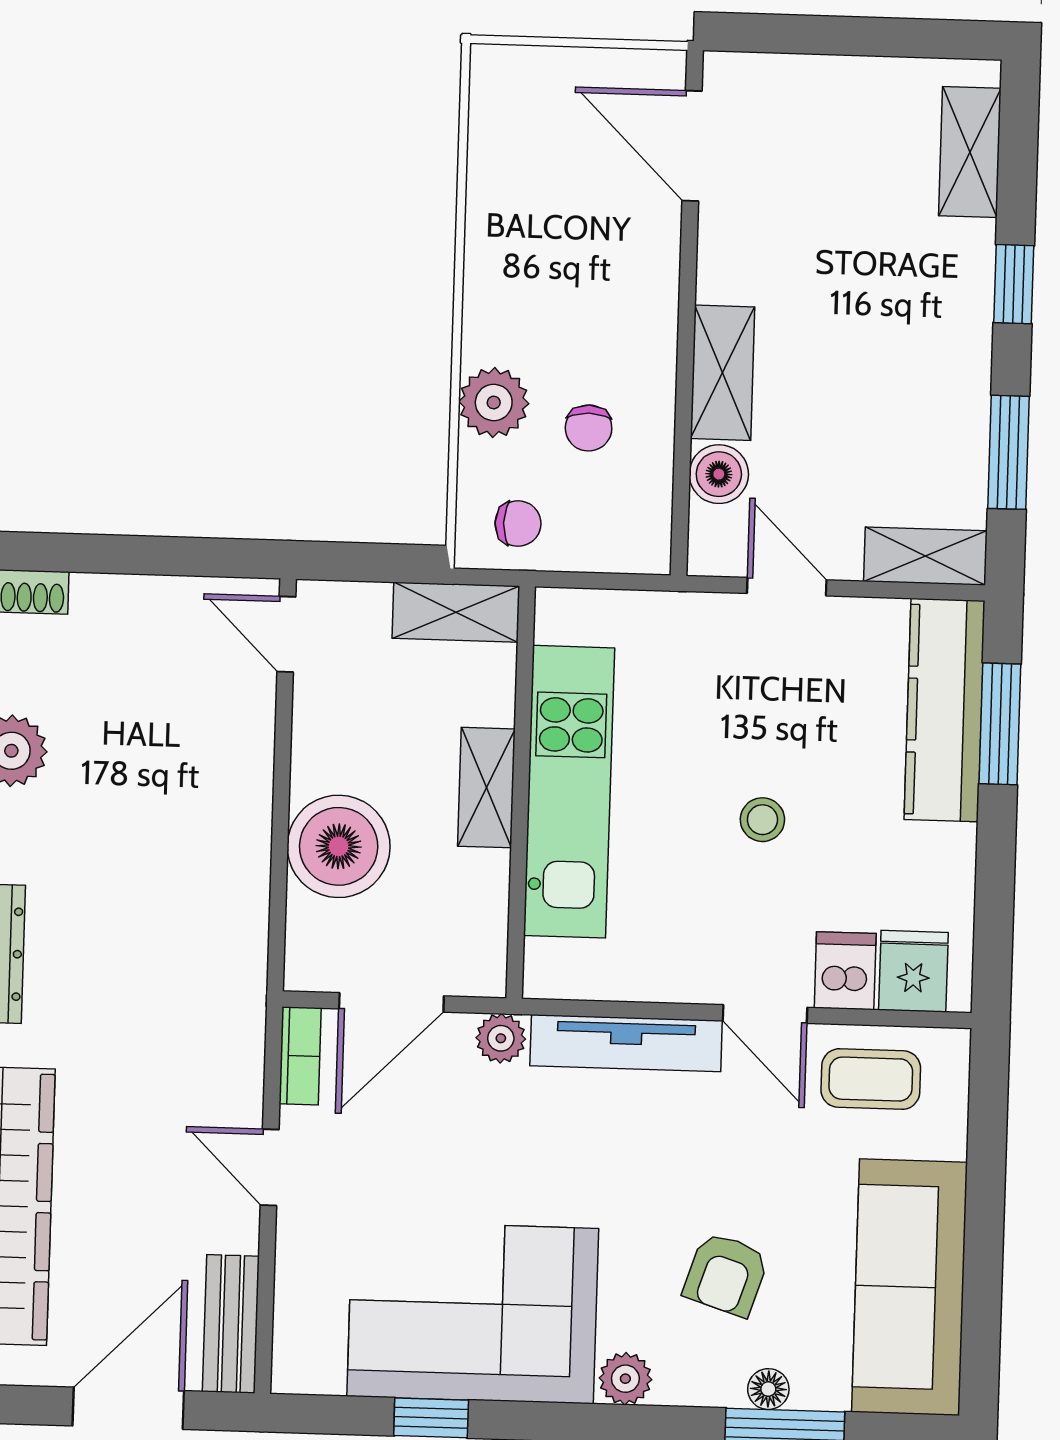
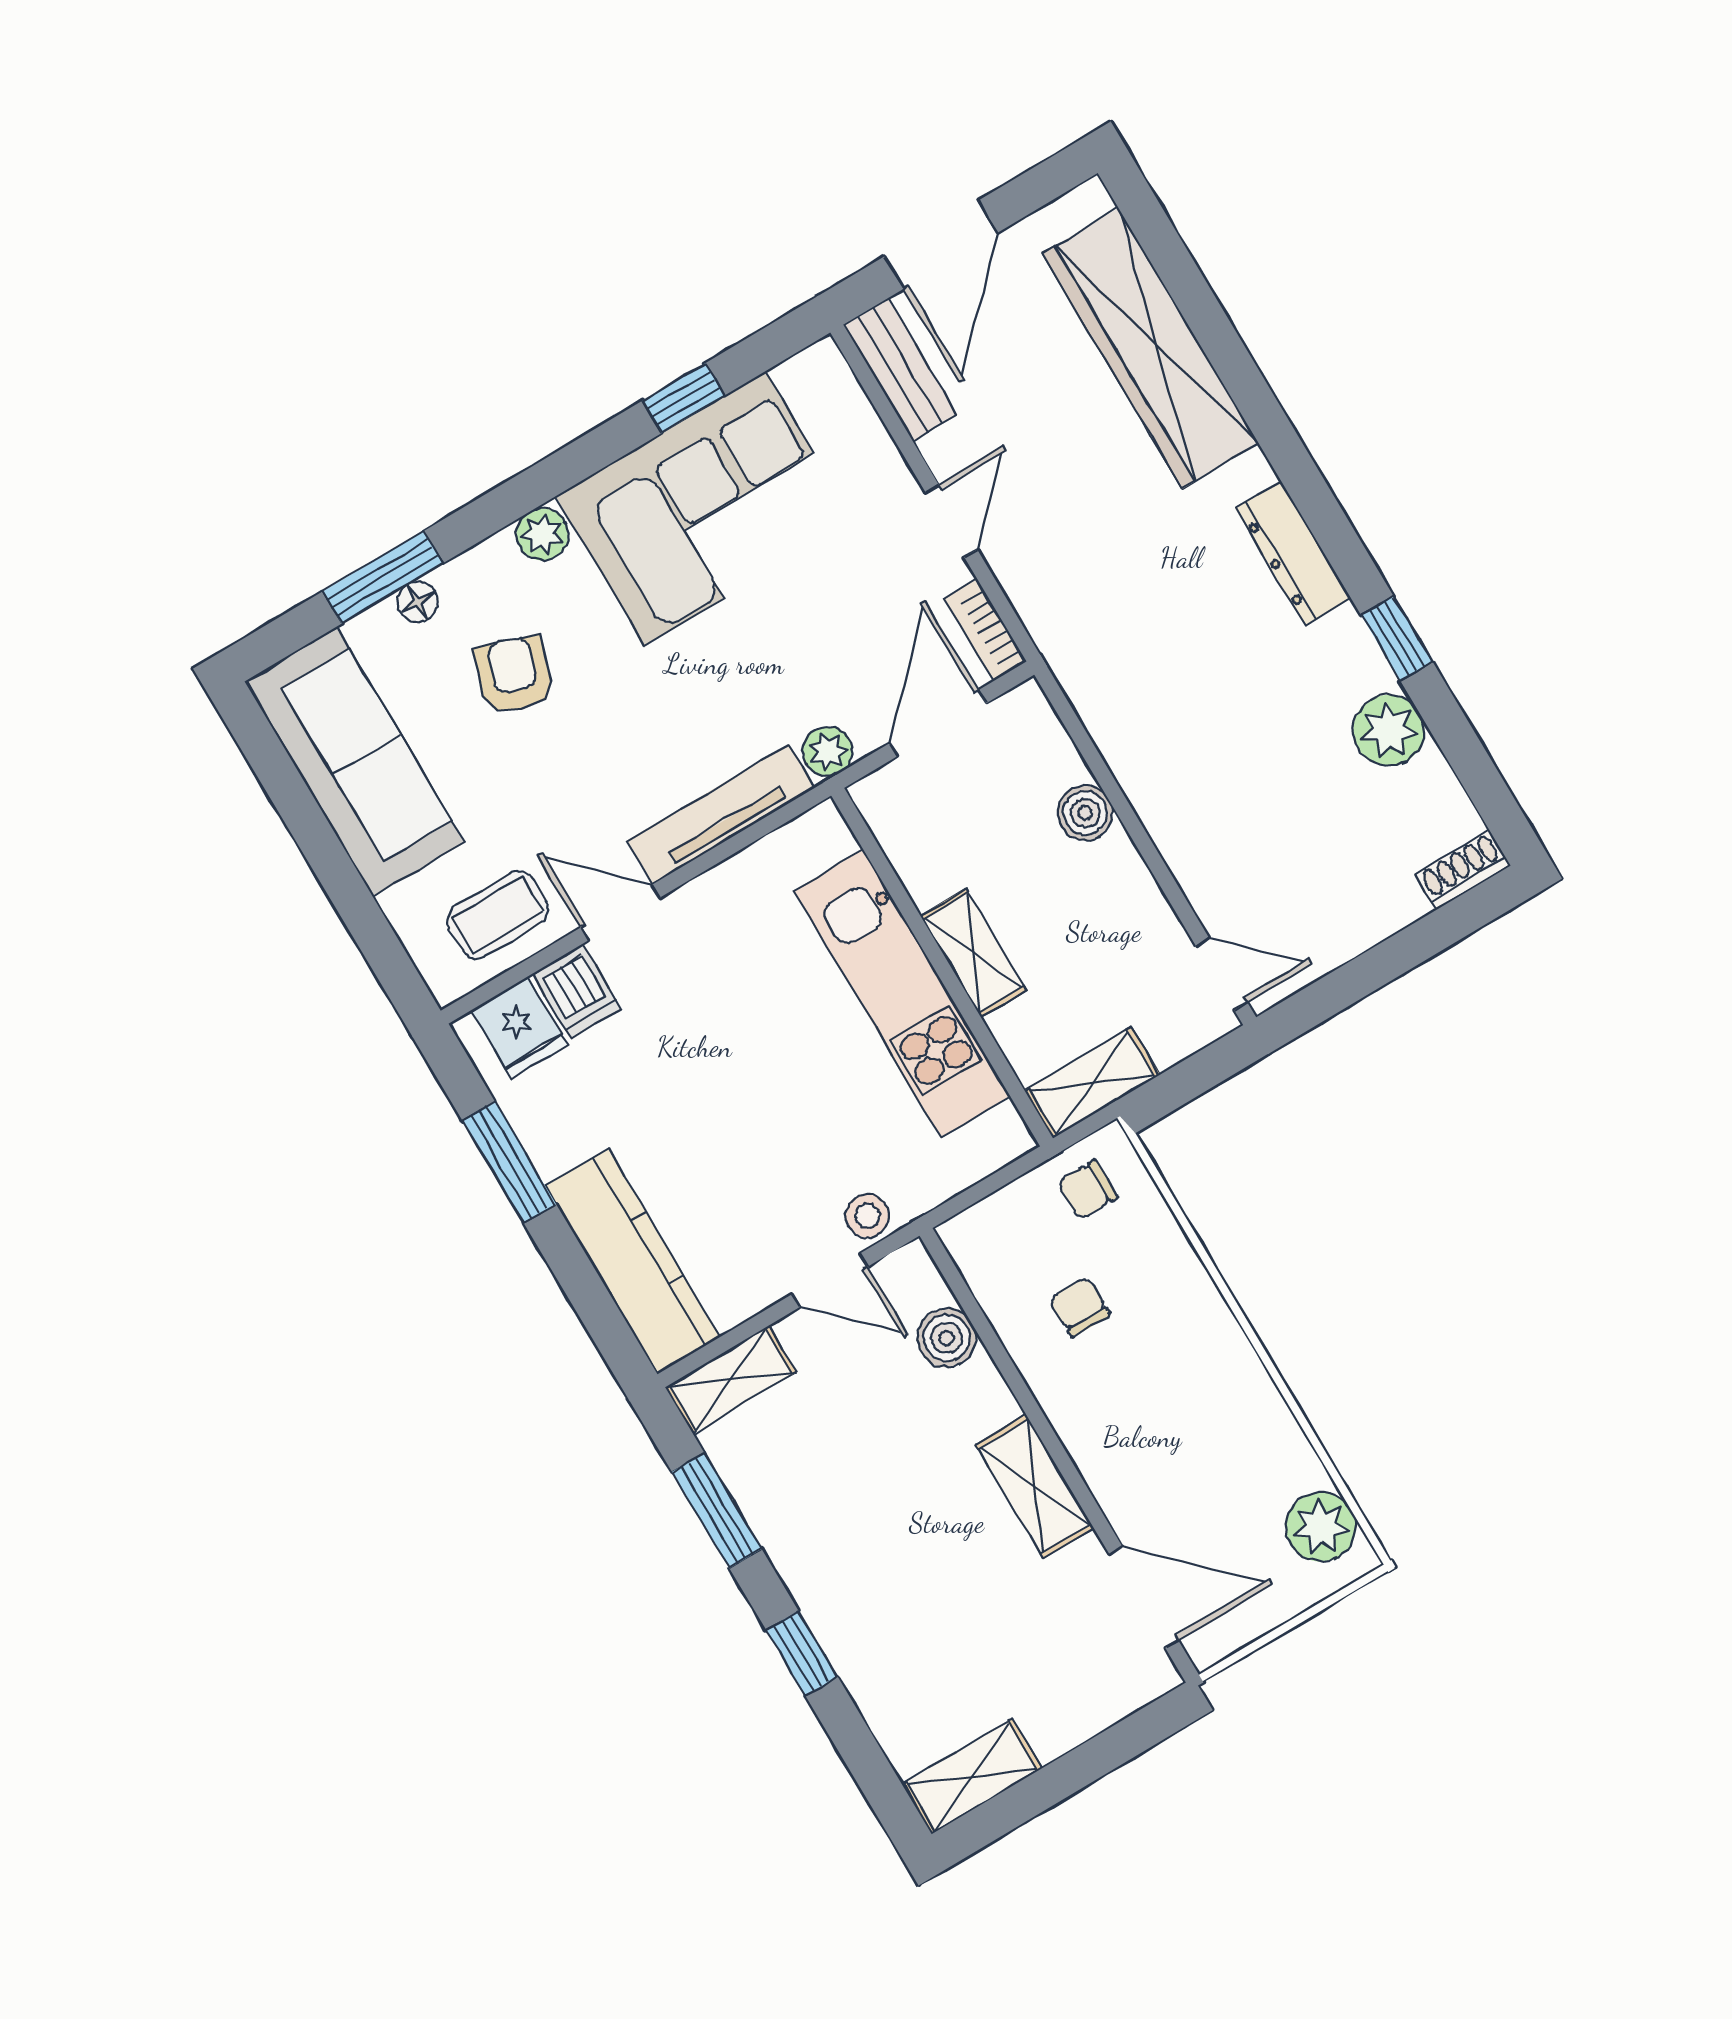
shelving: (970, 152) -> (972, 1777), moved, turned 90
shelving: (723, 373) -> (1034, 1486), moved
plant: (494, 403) -> (1321, 1527), moved
window: (1000, 724) -> (509, 1162), moved
stool: (762, 820) -> (867, 1216), moved
boiler: (339, 846) -> (1085, 813), width x0.54, depth x0.54
door: (270, 1167) -> (951, 521), hinge flipped

